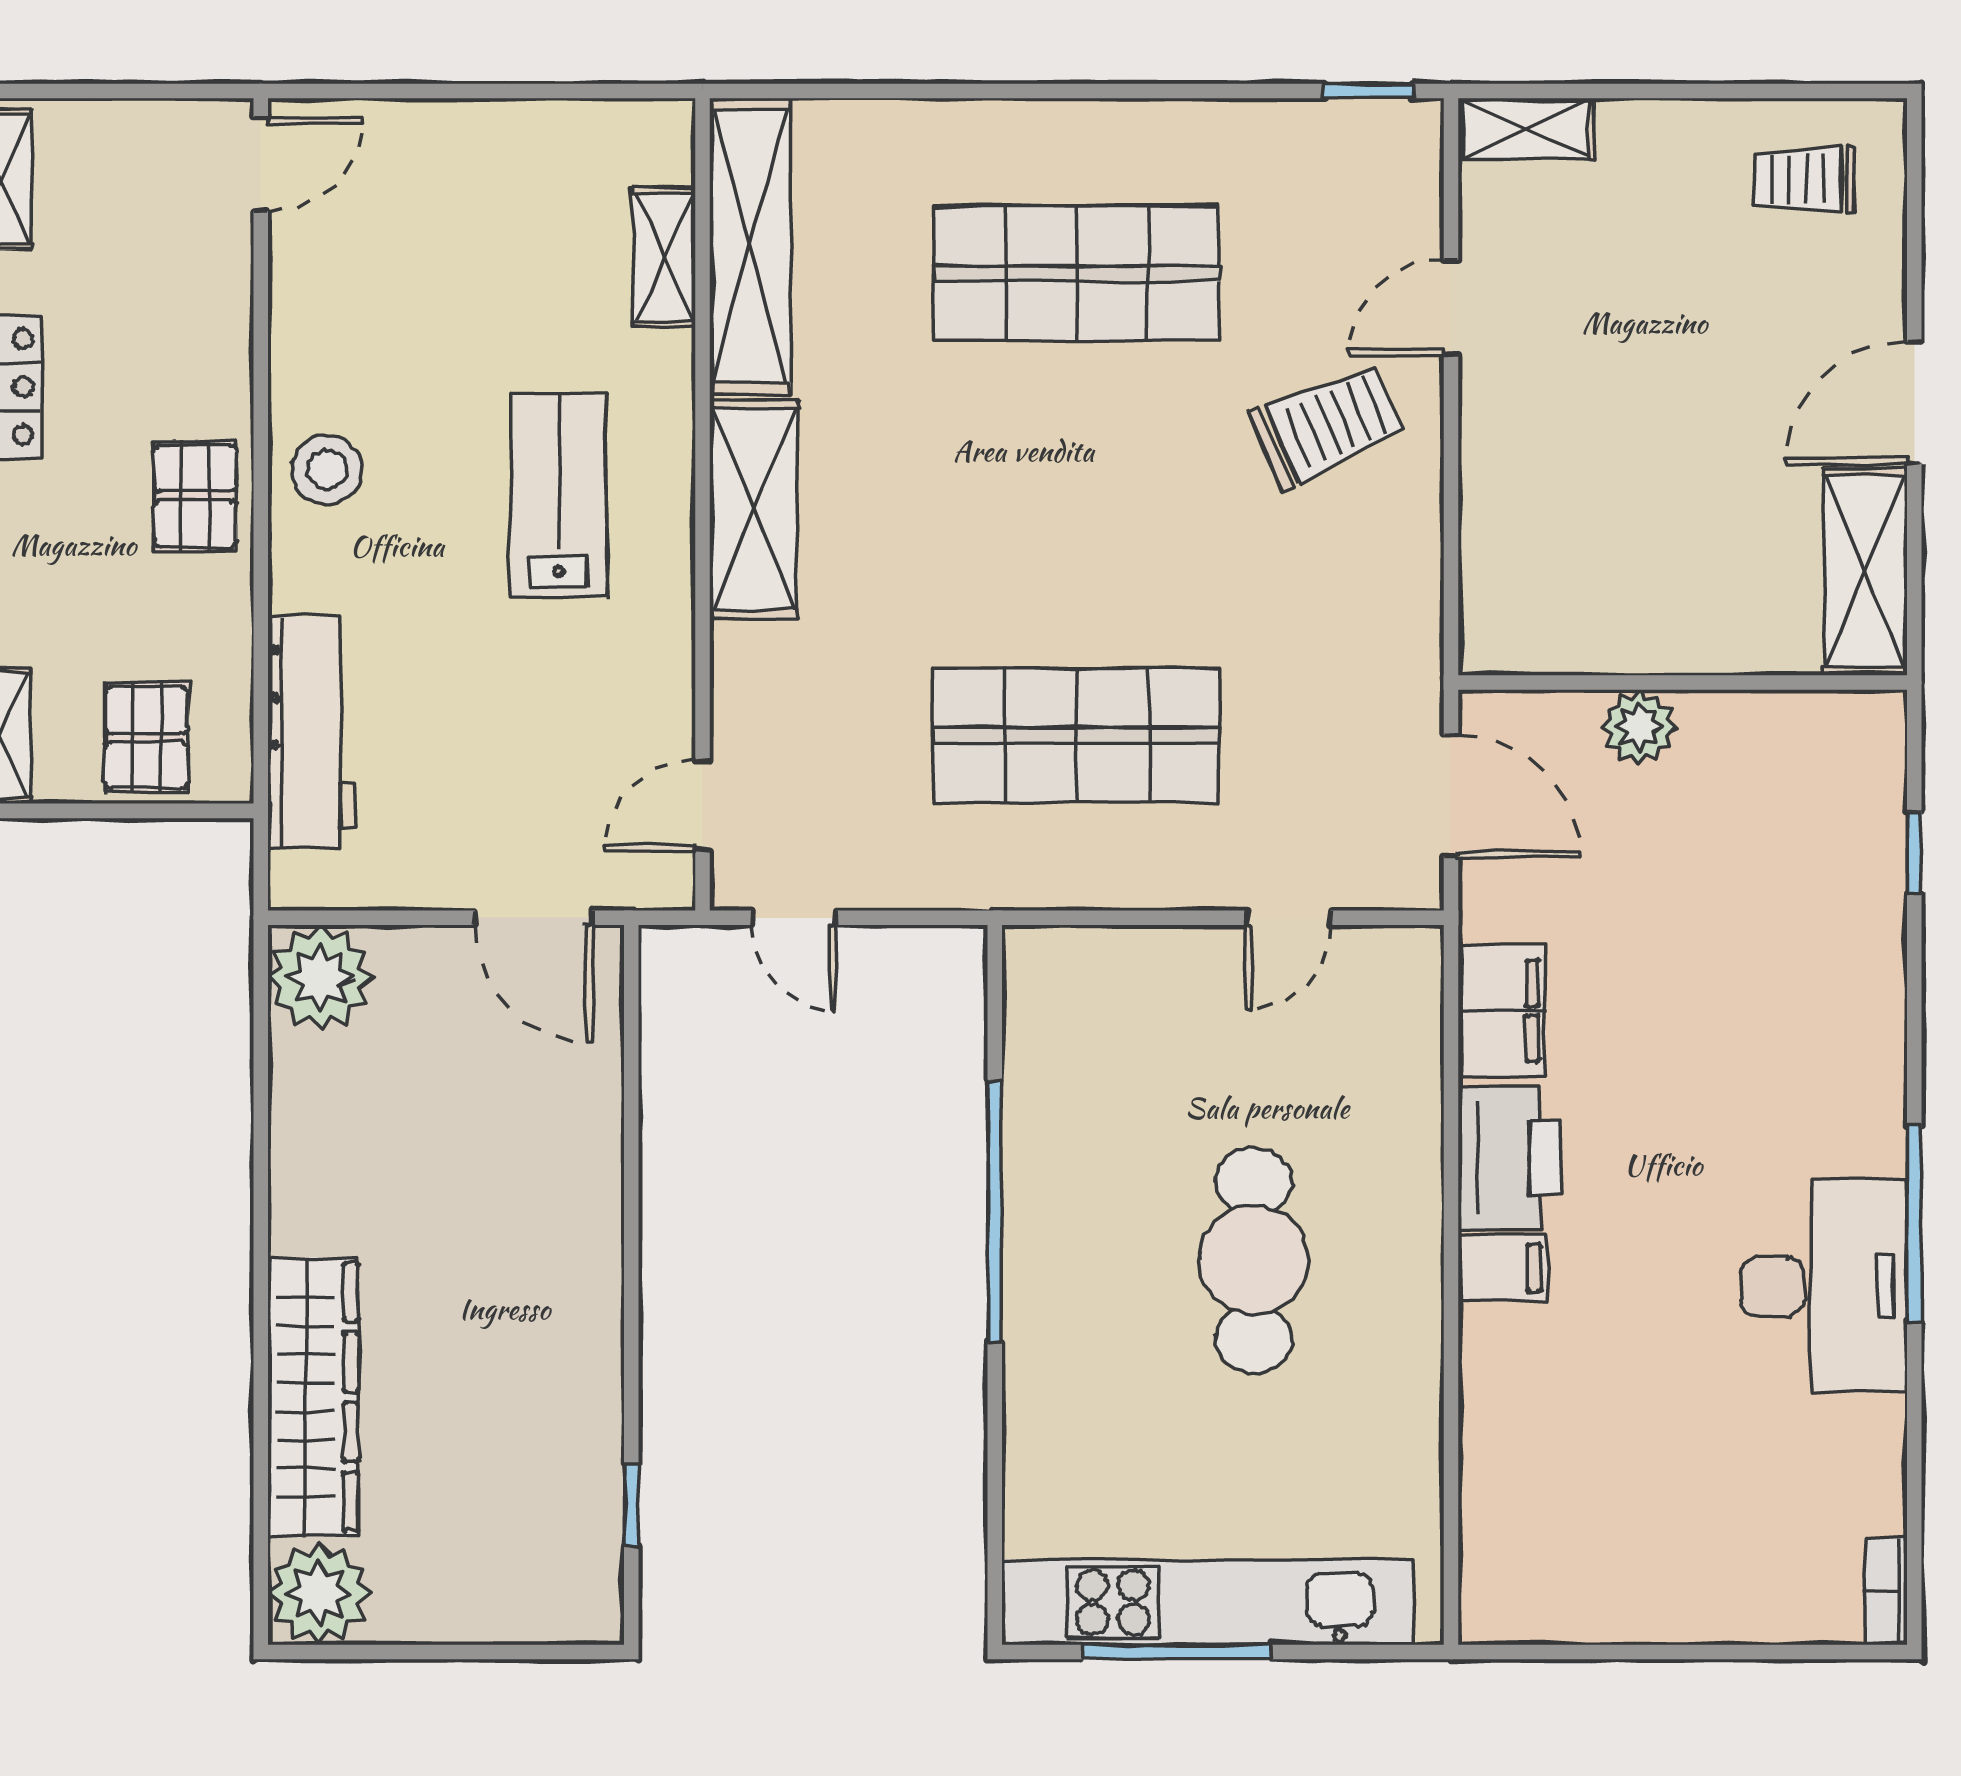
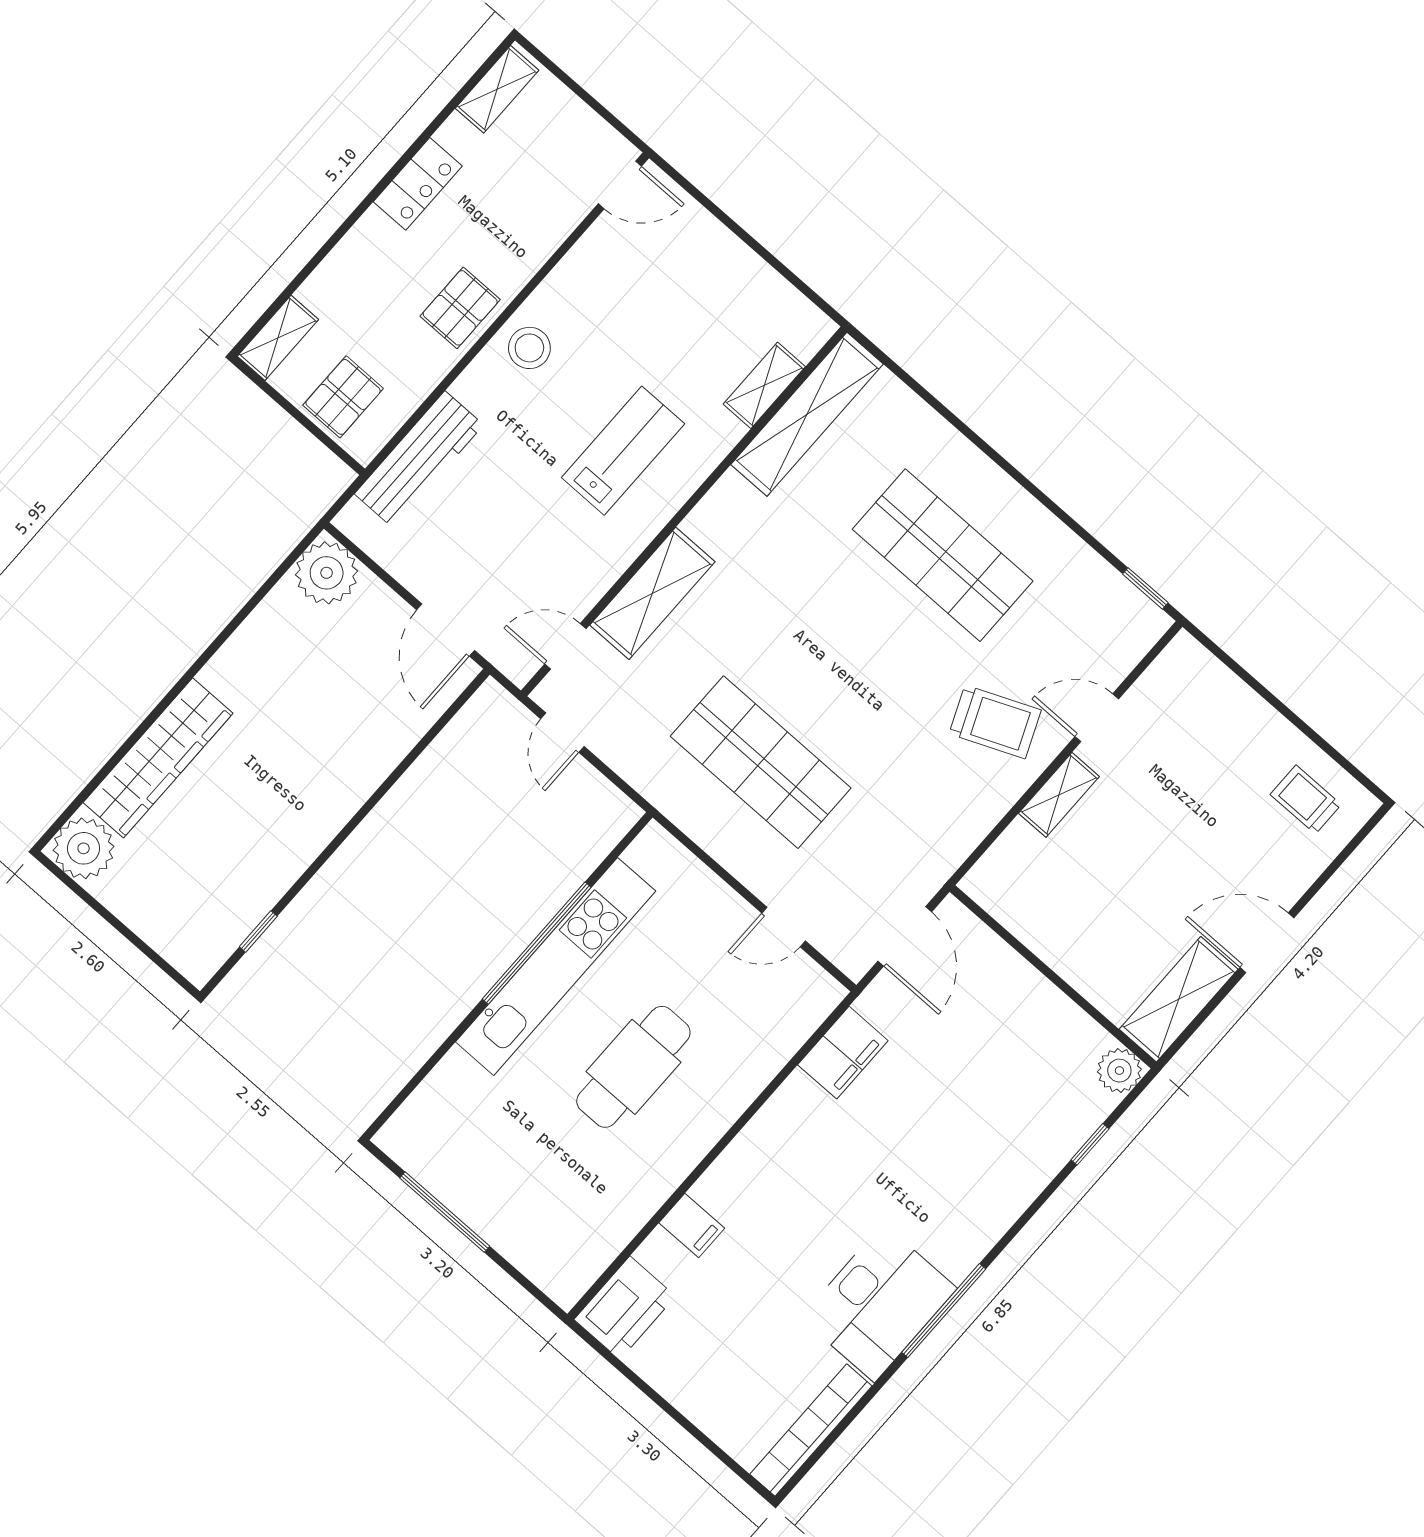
shelving: (1526, 129) -> (1059, 795), moved, turned 90
shelving: (753, 509) -> (652, 593), moved
plant: (1639, 727) -> (1119, 1071), moved
printer: (1509, 1158) -> (625, 1308), moved
filing cabinet: (1503, 1268) -> (692, 1226), moved
bookcase: (1886, 1591) -> (811, 1430), width x2.31, depth x1.31
kitchen unit: (1208, 1602) -> (556, 966), moved, turned 90

